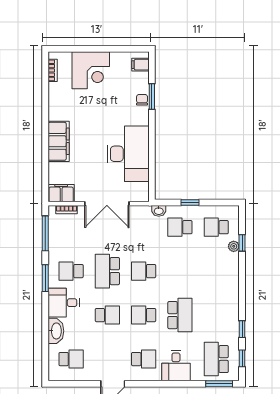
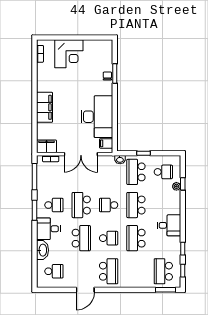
filing cabinet: (140, 65) -> (106, 143), moved
school desk: (180, 227) -> (136, 172), width x1.85
school desk: (216, 227) -> (163, 172), turned 180
school desk: (71, 271) -> (54, 205), turned 180
school desk: (180, 271) -> (136, 205), added
school desk: (107, 315) -> (81, 238), width x1.85
school desk: (144, 315) -> (109, 238), turned 180
school desk: (180, 315) -> (136, 238), turned 180
school desk: (144, 359) -> (109, 271), width x1.85
desk: (176, 366) -> (169, 225), moved, turned -90

